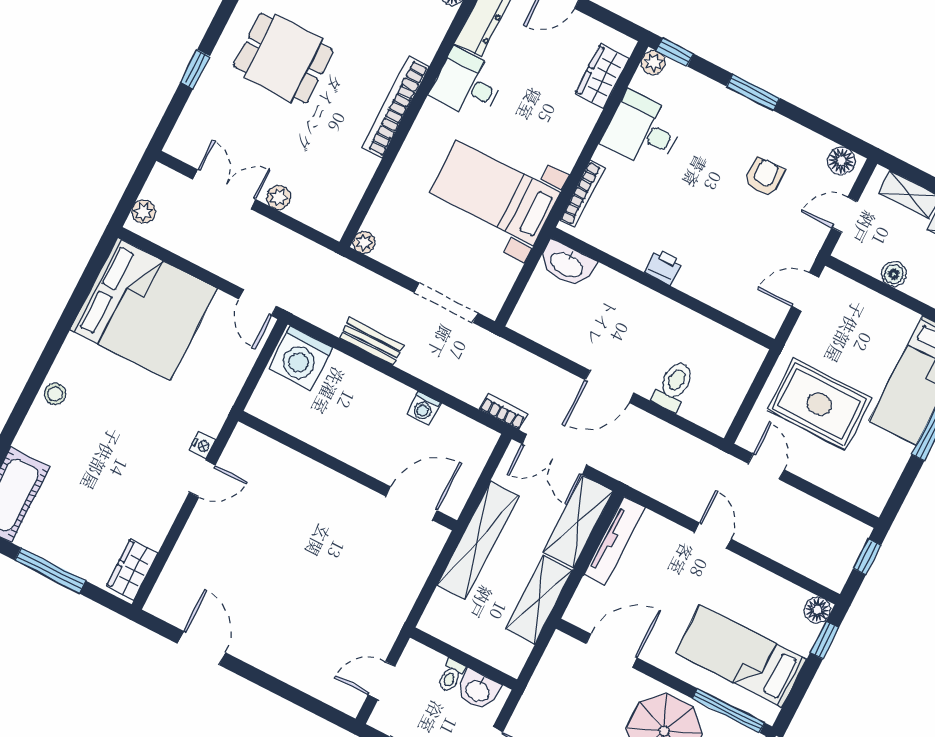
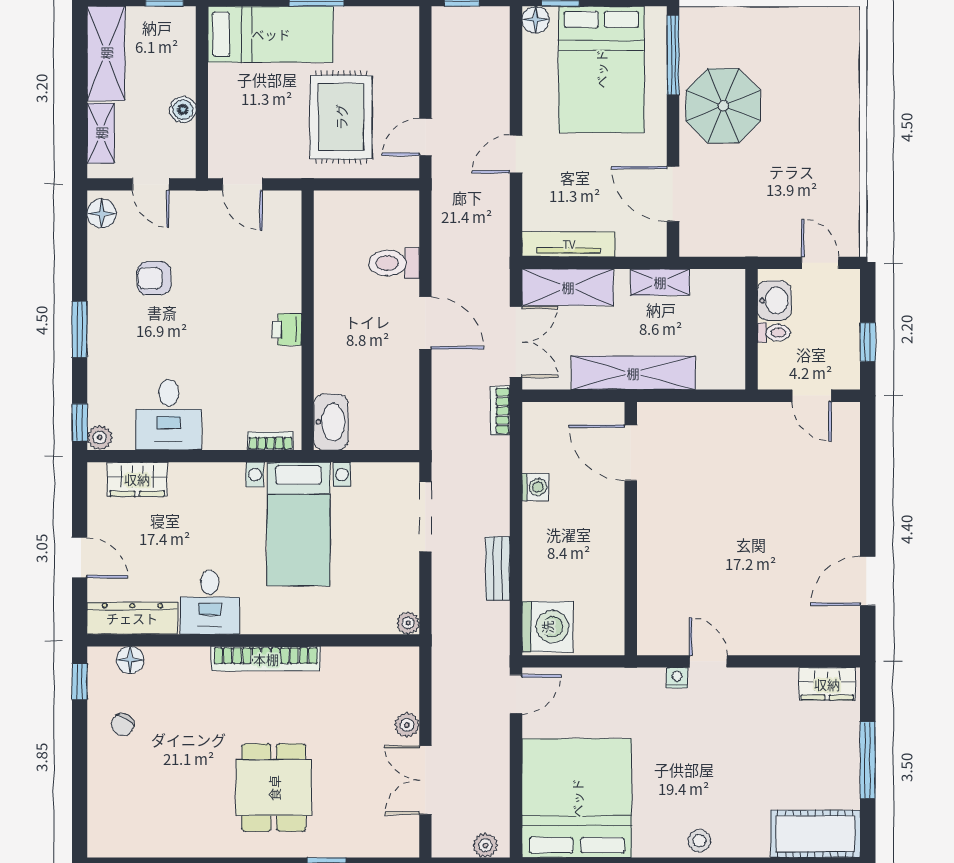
bookcase: (582, 194) -> (270, 441), width x0.64
shelving: (539, 600) -> (660, 282), width x0.67, depth x0.75
bed: (741, 656) -> (601, 69), width x1.50

